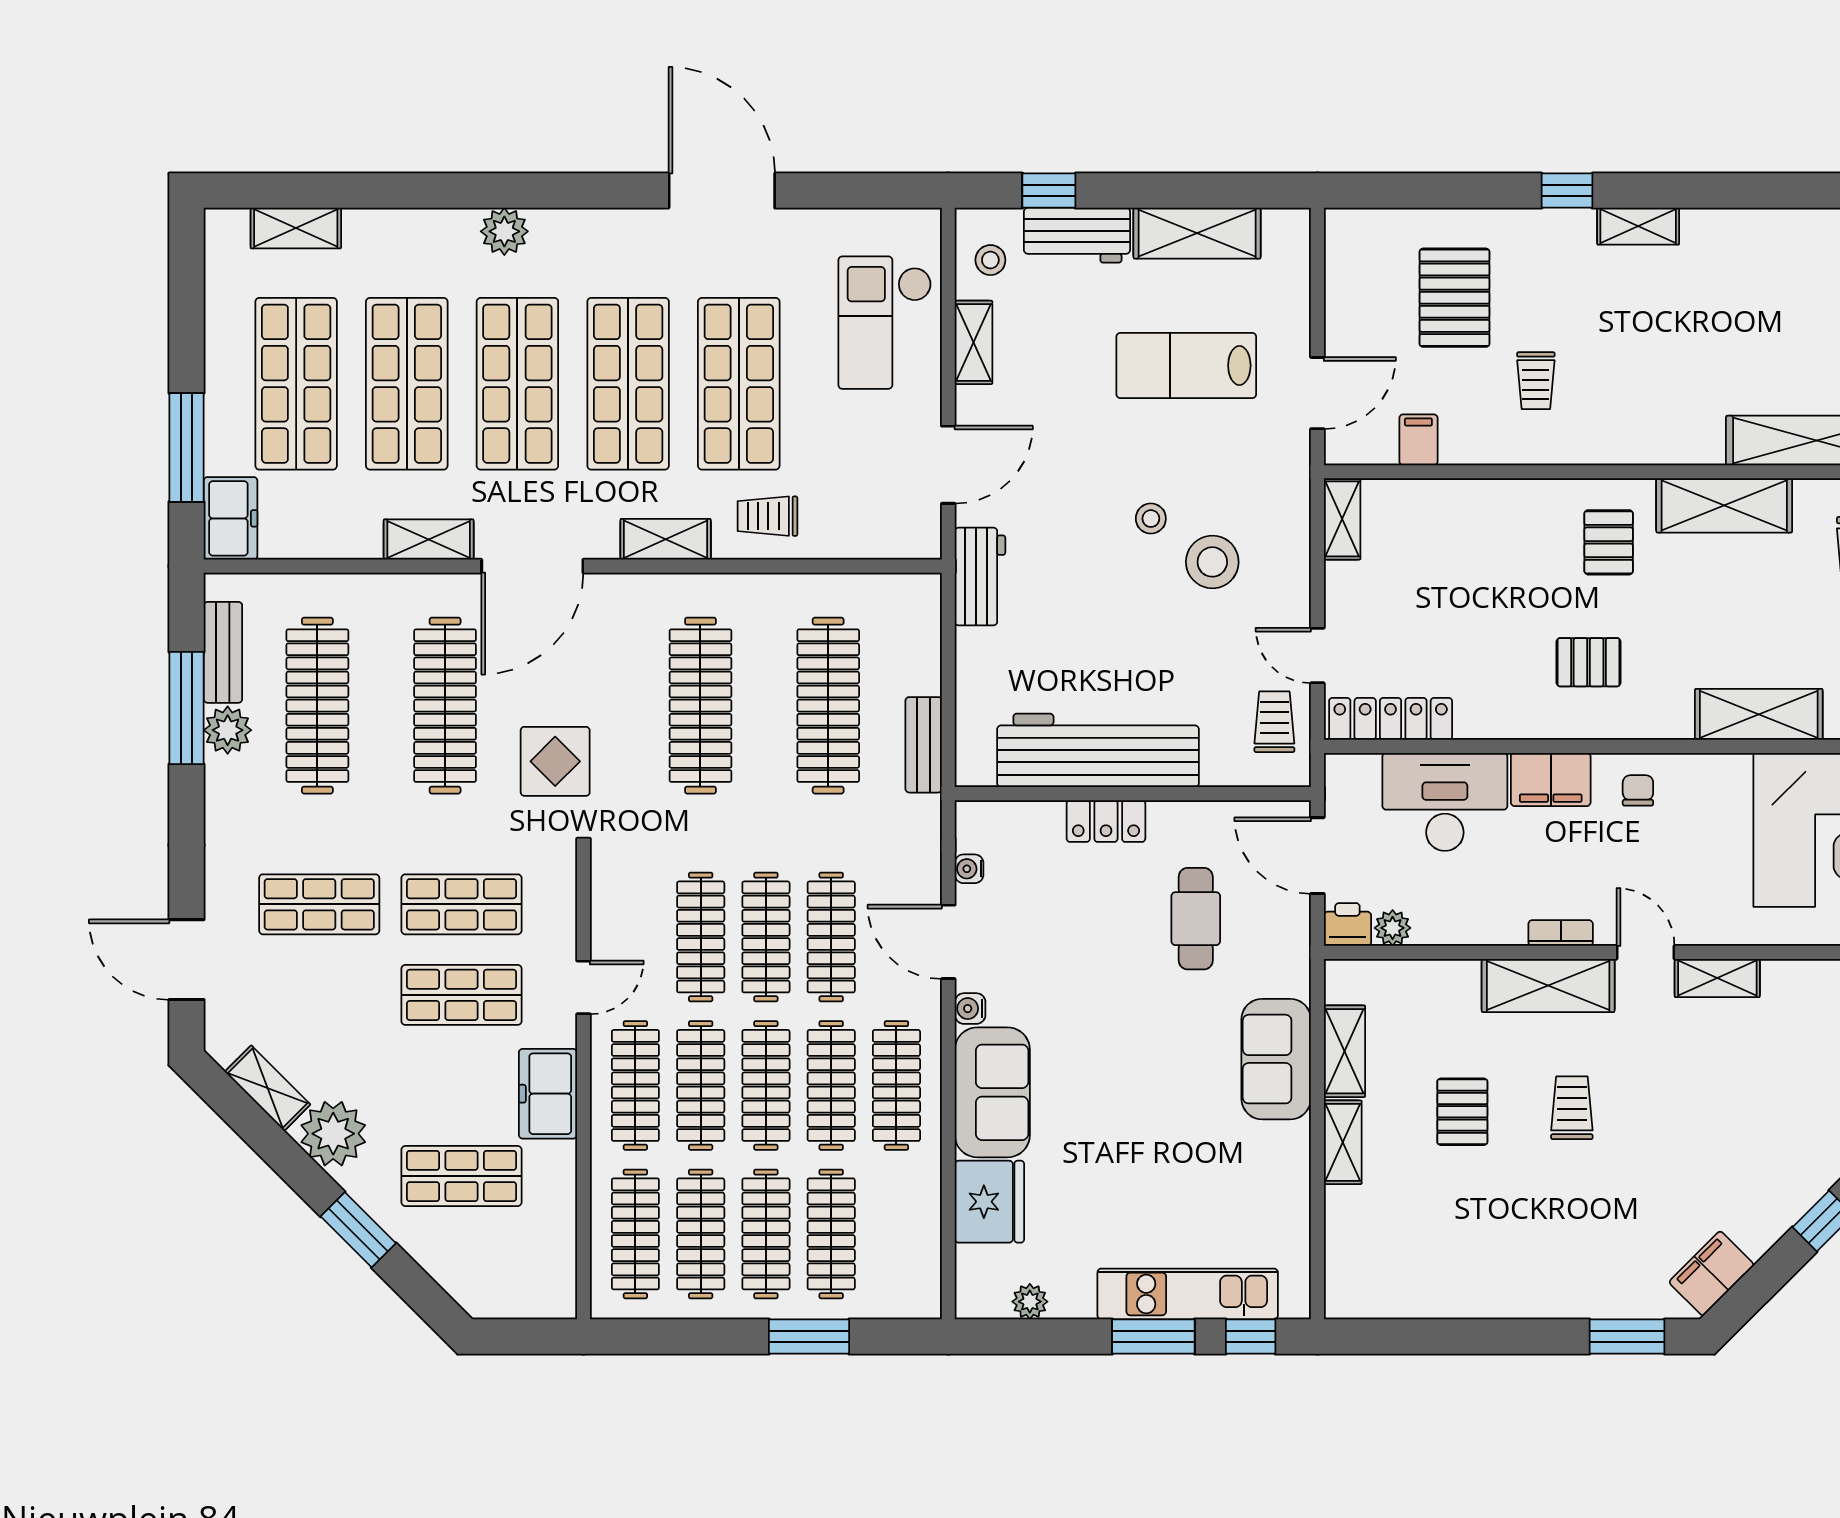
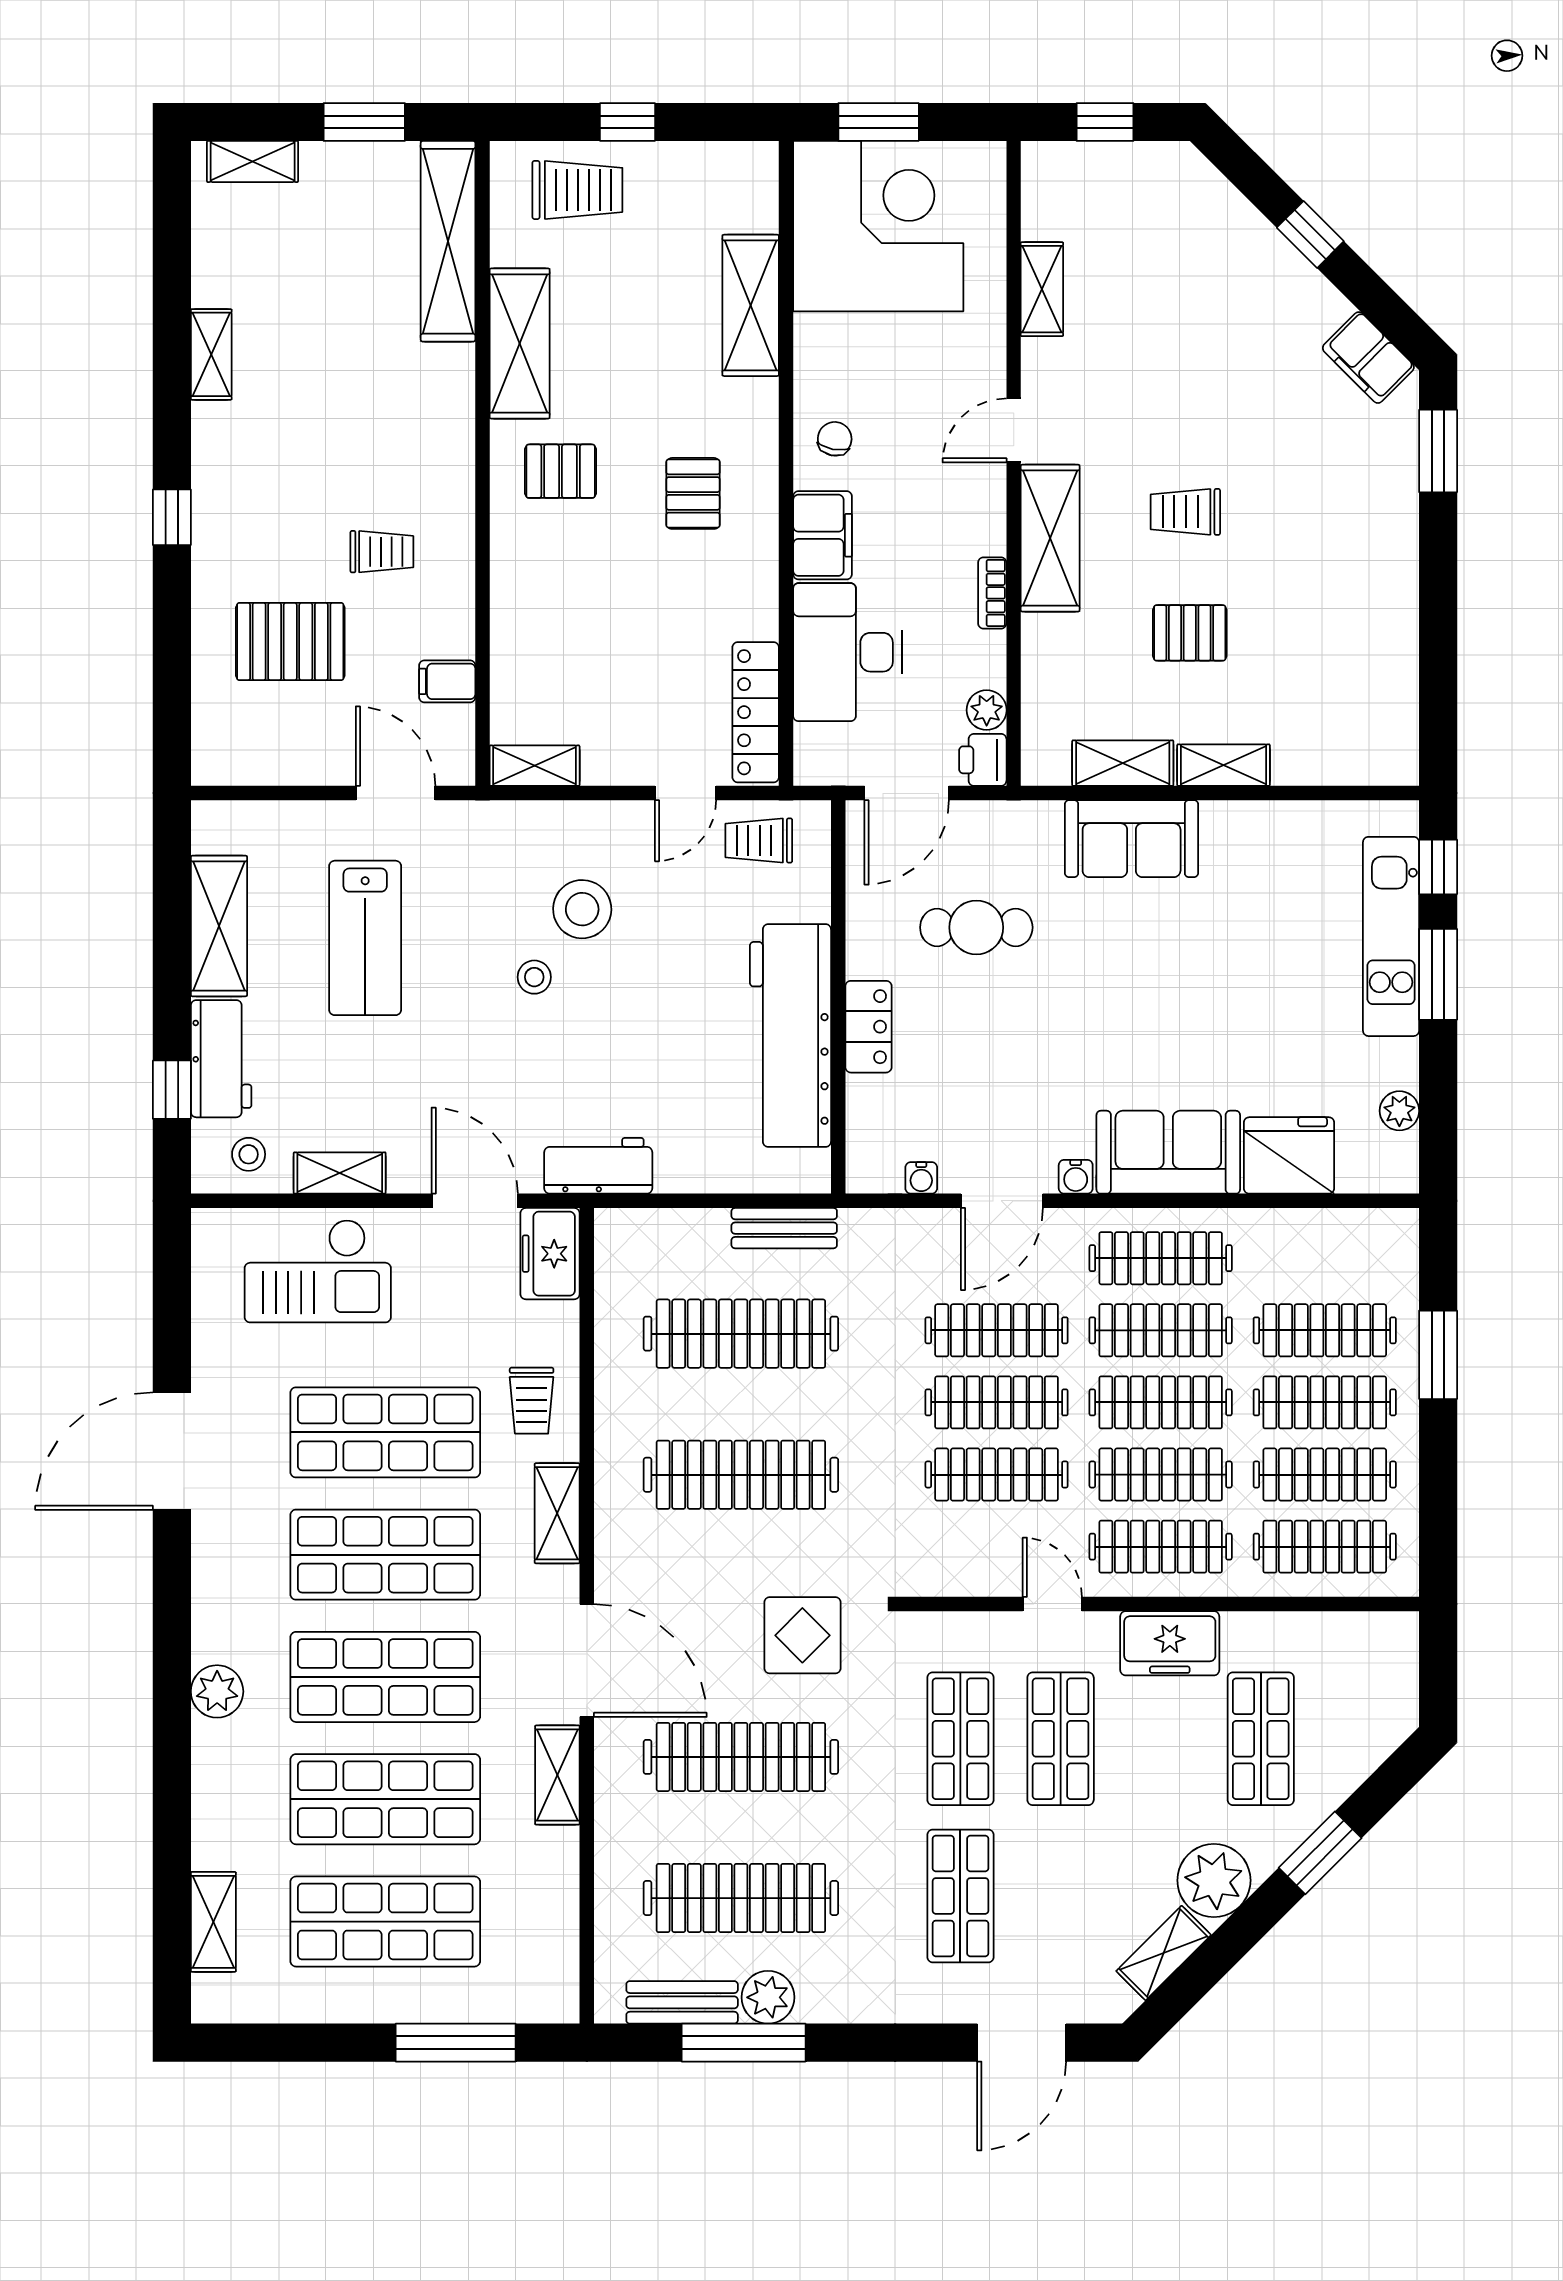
shelving: (1638, 226) -> (211, 354), moved
freezer: (231, 518) -> (550, 1254), moved, turned -90
chair: (1638, 790) -> (835, 439), turned 101
bookcase: (1561, 933) -> (992, 593), moved
shelving: (1717, 978) -> (1042, 289), moved

